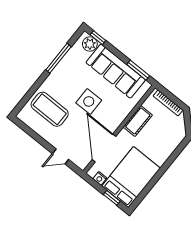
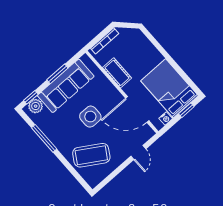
window: (138, 70) -> (57, 74), moved
coffee table: (50, 109) -> (91, 155), turned 32

